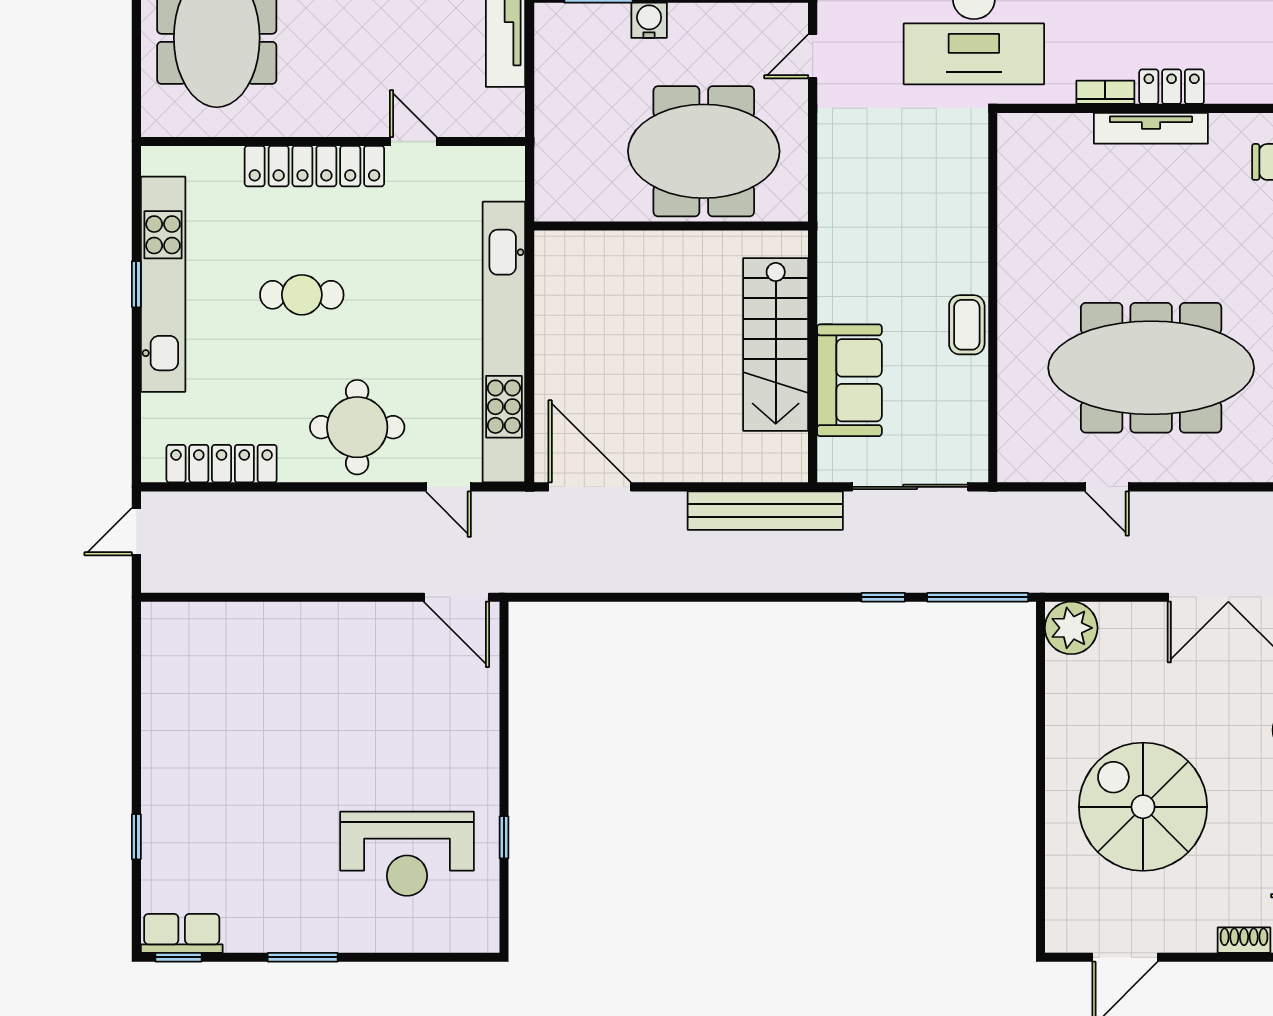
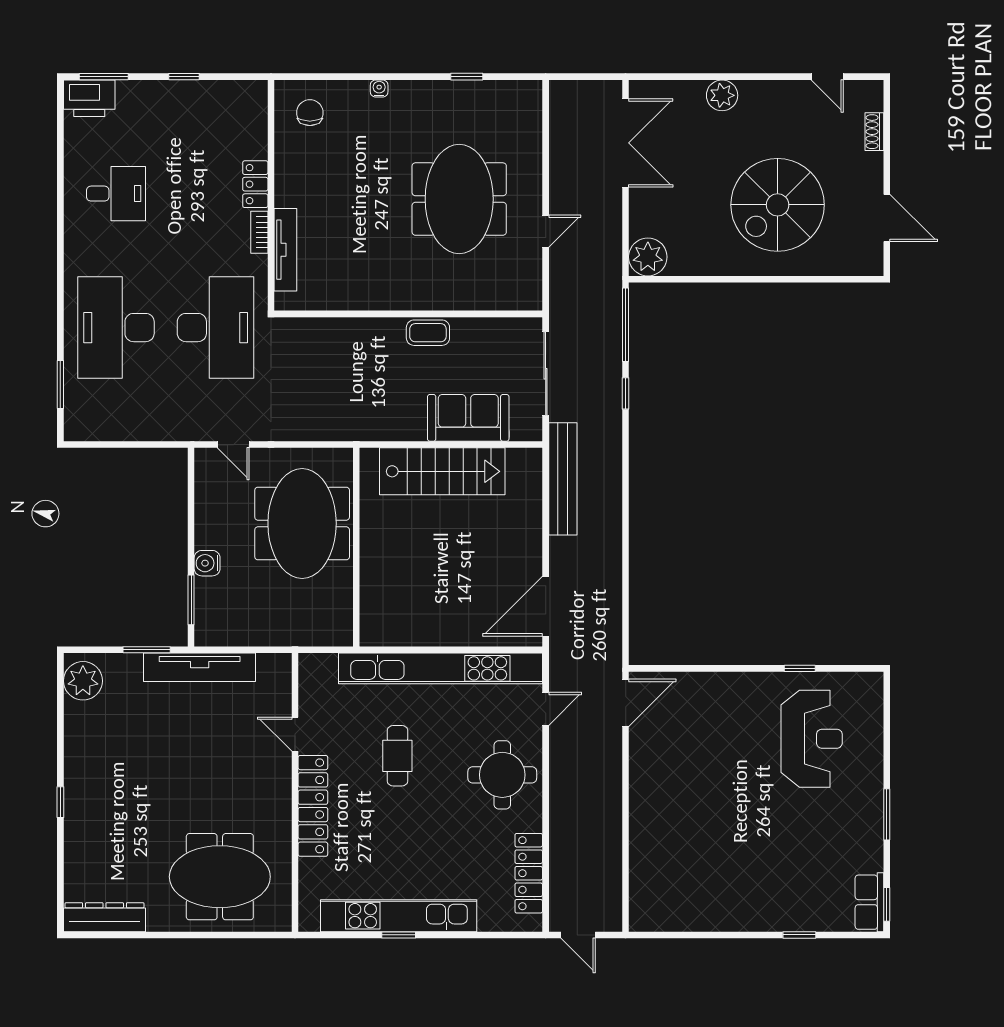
tv unit: (1151, 128) -> (285, 250), moved
door: (413, 141) -> (295, 734), hinge flipped
cafe table: (302, 295) -> (397, 756), moved
meeting table: (1151, 368) -> (459, 199), width x0.73

